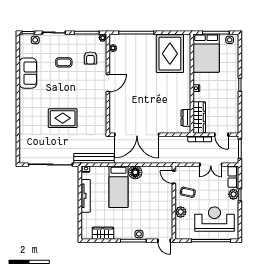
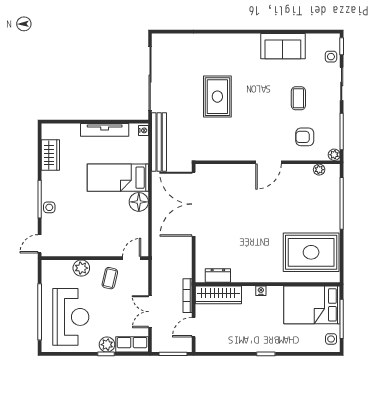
door: (108, 83) -> (268, 162), hinge flipped

